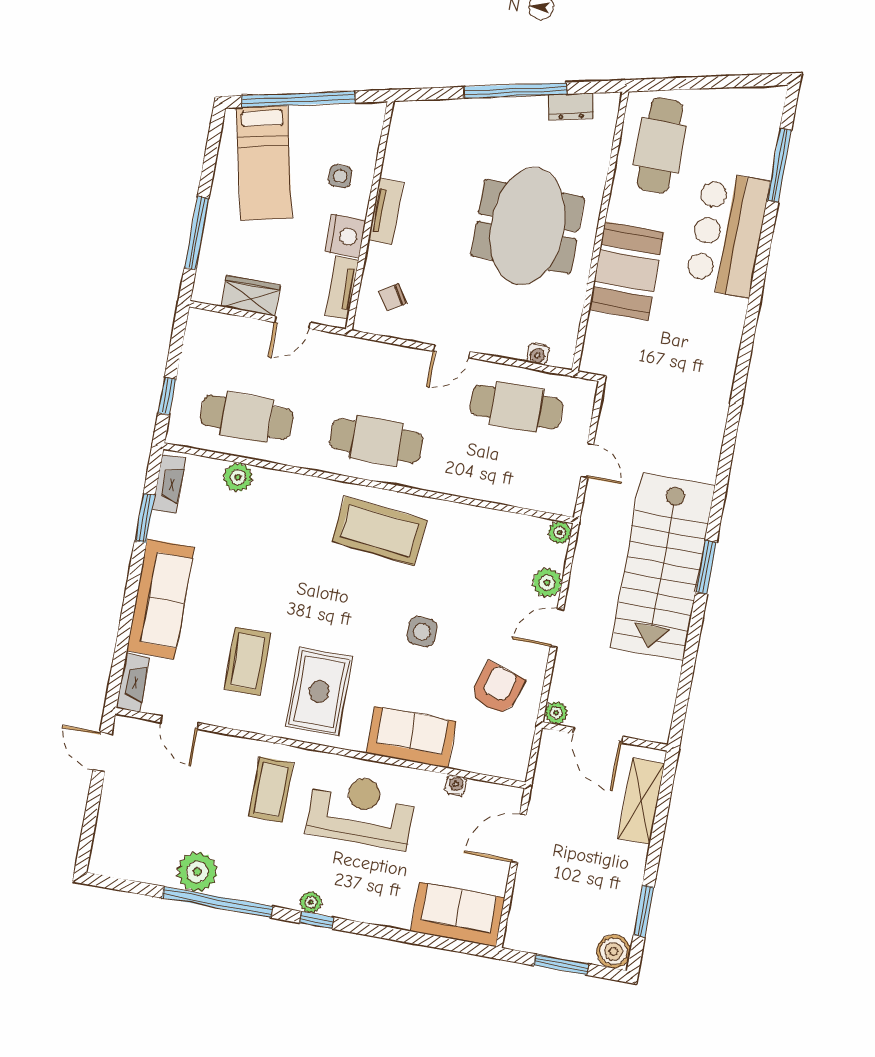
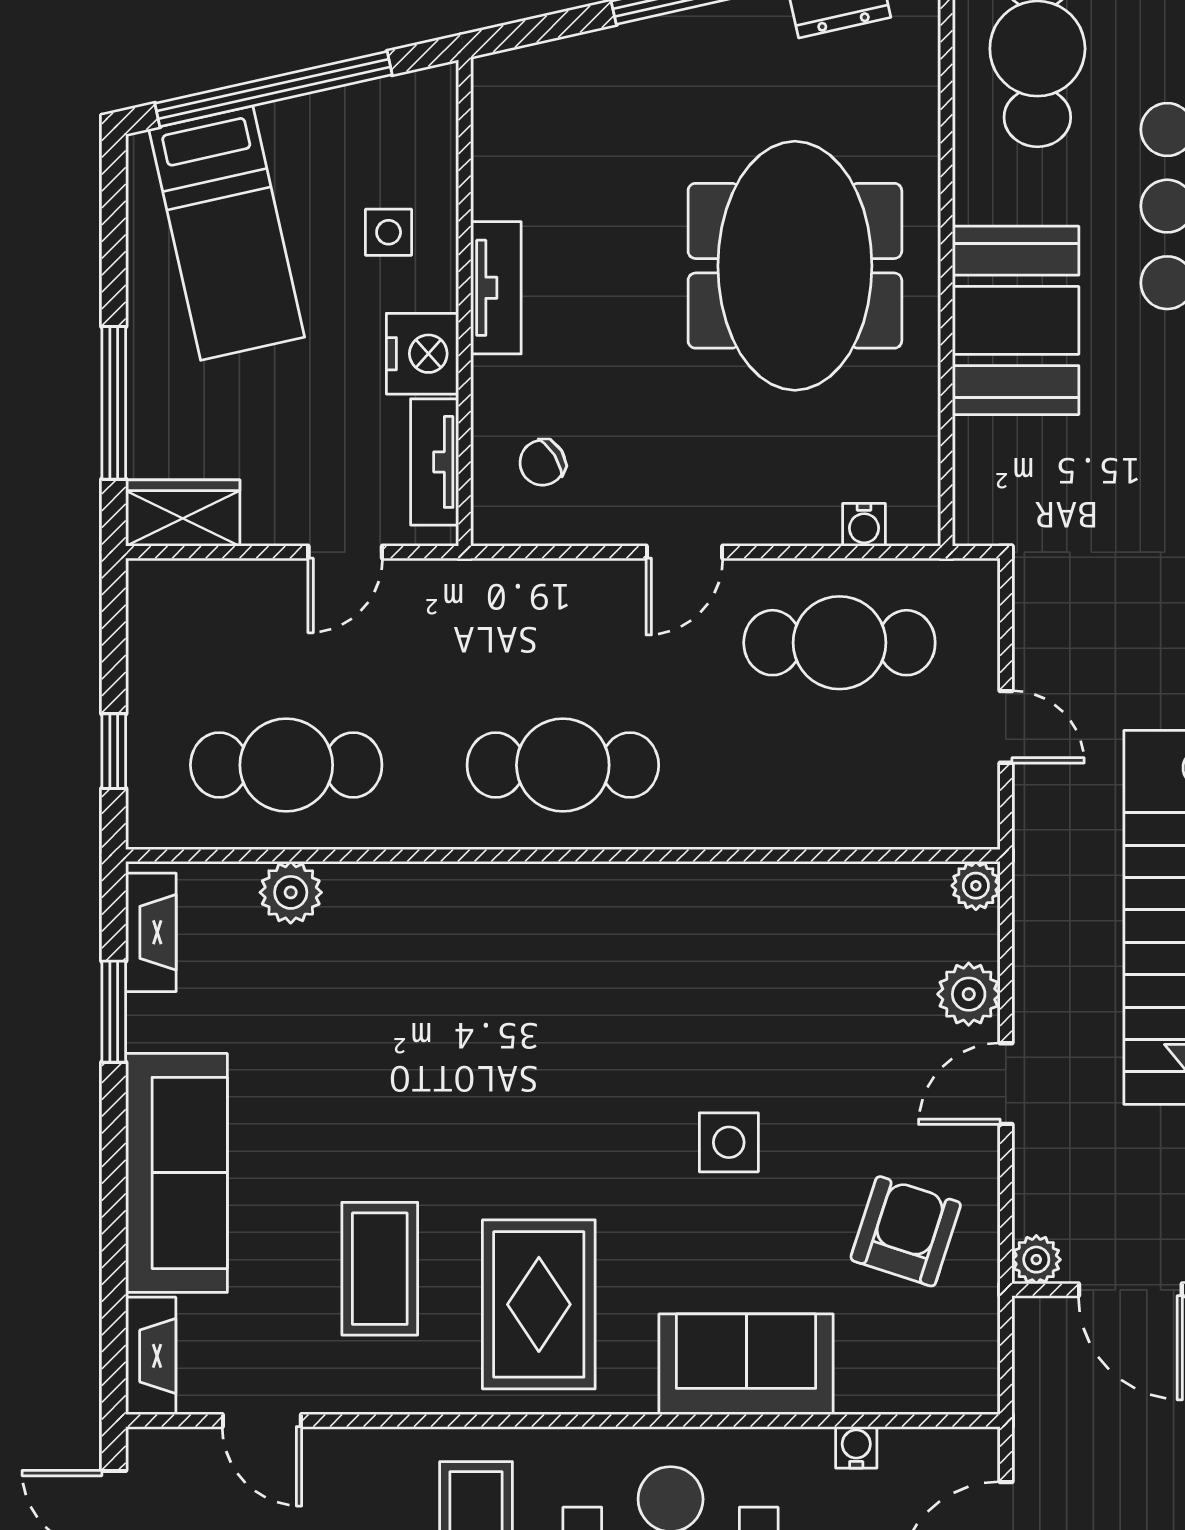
wardrobe: (251, 296) -> (183, 513), moved
coffee table: (379, 531) -> (603, 950), removed

